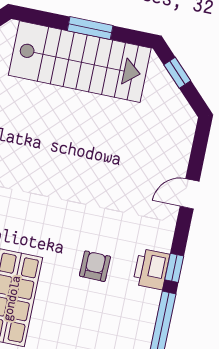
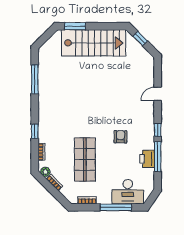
window: (90, 28) -> (75, 26), moved
printer: (151, 269) -> (147, 159), moved

